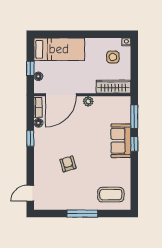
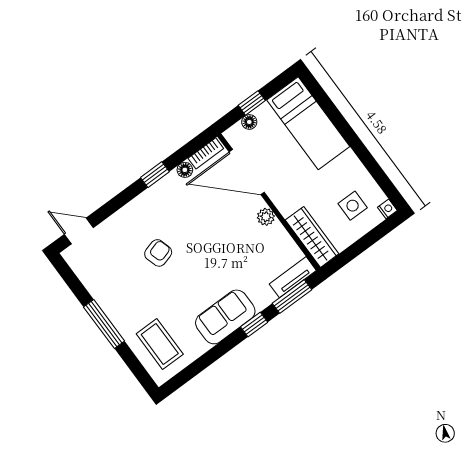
tv unit: (126, 110) -> (293, 277), added
sofa: (121, 141) -> (225, 317), moved

